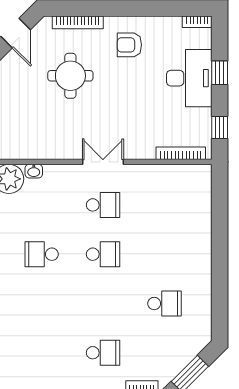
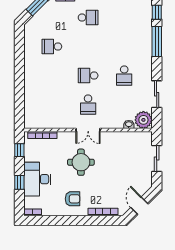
round table: (70, 76) -> (81, 162), moved
school desk: (103, 205) -> (88, 105), turned -90
school desk: (42, 254) -> (124, 76), turned 90
school desk: (103, 353) -> (88, 18), turned 180

